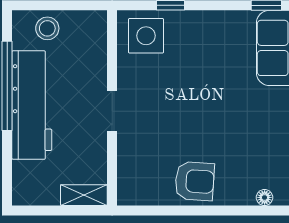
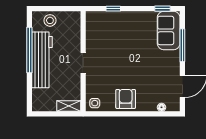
side table: (146, 36) -> (95, 103), moved, width x0.54, depth x0.54
armchair: (195, 181) -> (126, 99), turned -94

